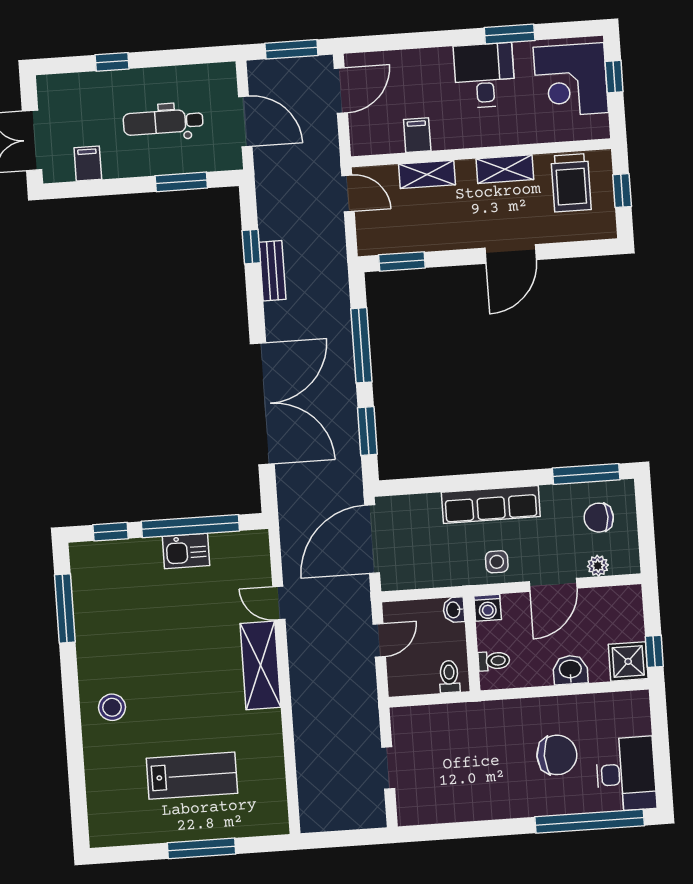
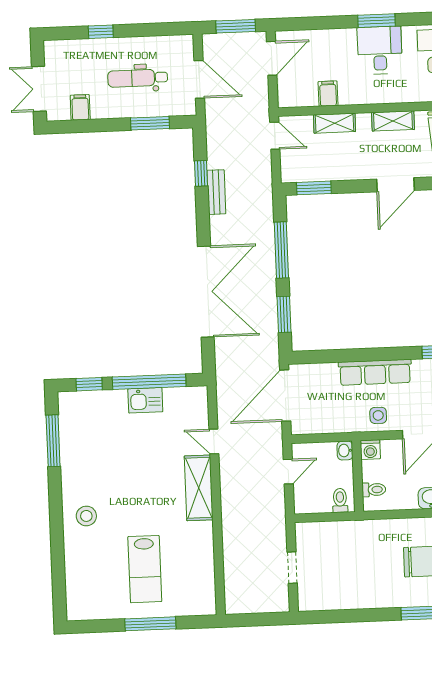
window: (510, 34) -> (377, 21), moved
lab bench: (192, 776) -> (145, 569), turned 90

